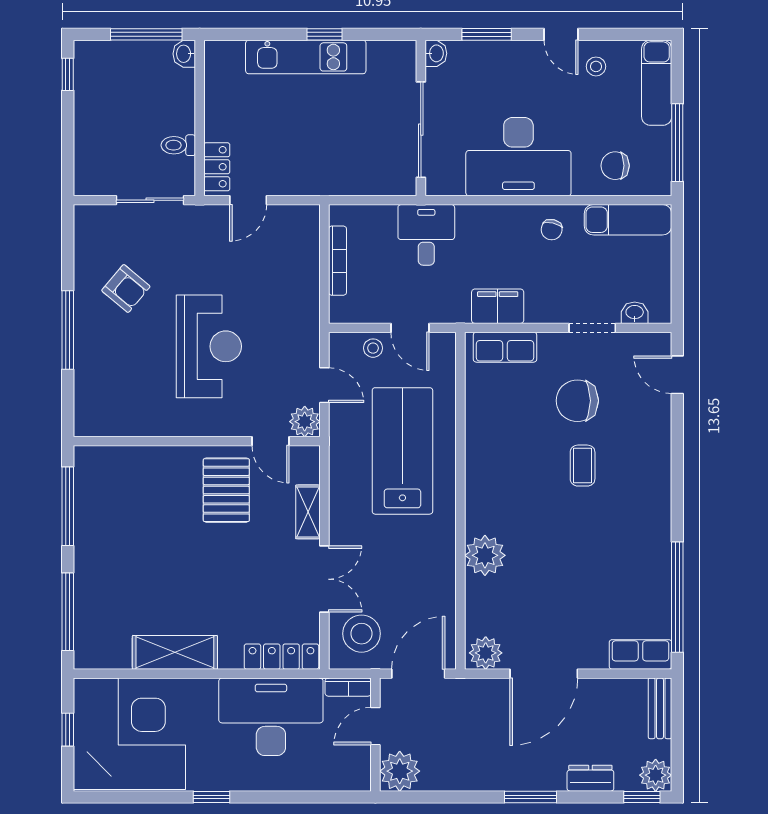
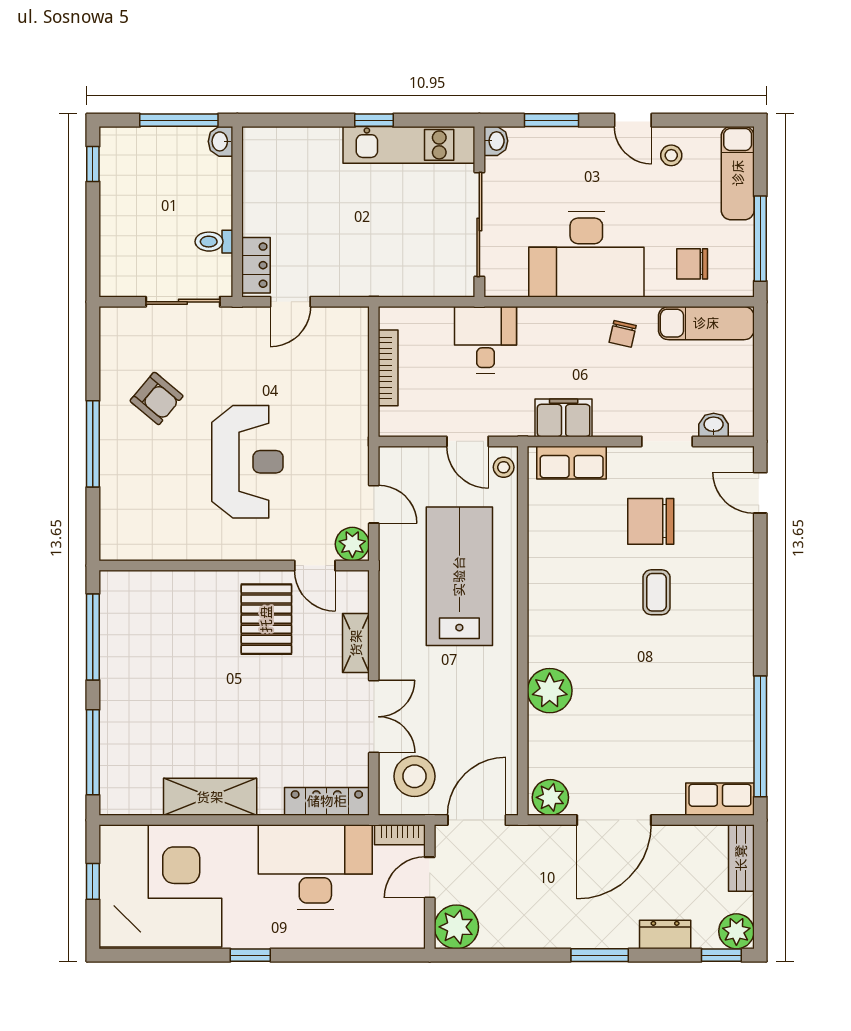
kitchen unit: (306, 57) -> (409, 145), moved
stool: (373, 348) -> (504, 467), moved

